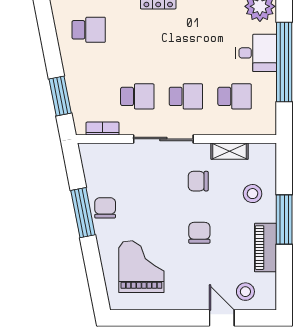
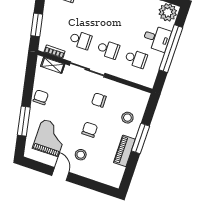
shelving: (230, 151) -> (53, 65), moved
window: (83, 213) -> (24, 121), moved
stool: (245, 292) -> (81, 155), moved
door: (222, 318) -> (60, 174), moved

